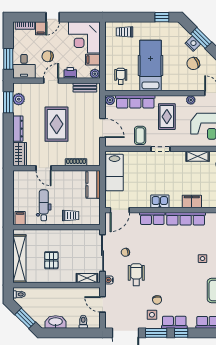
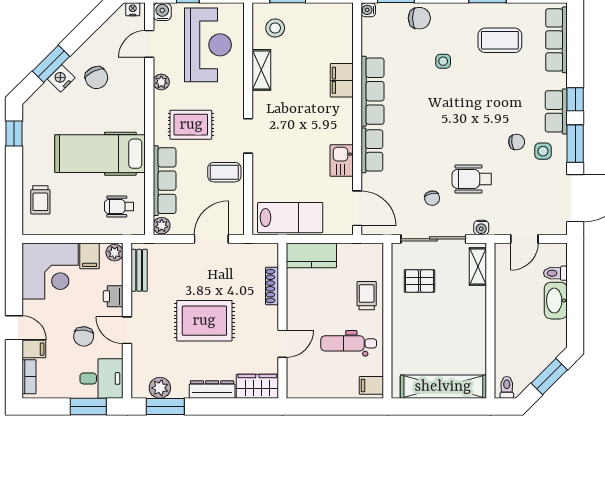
kitchen sink: (160, 201) -> (342, 161), moved
pallet: (51, 260) -> (420, 281), moved
washbasin: (56, 322) -> (556, 301), moved

